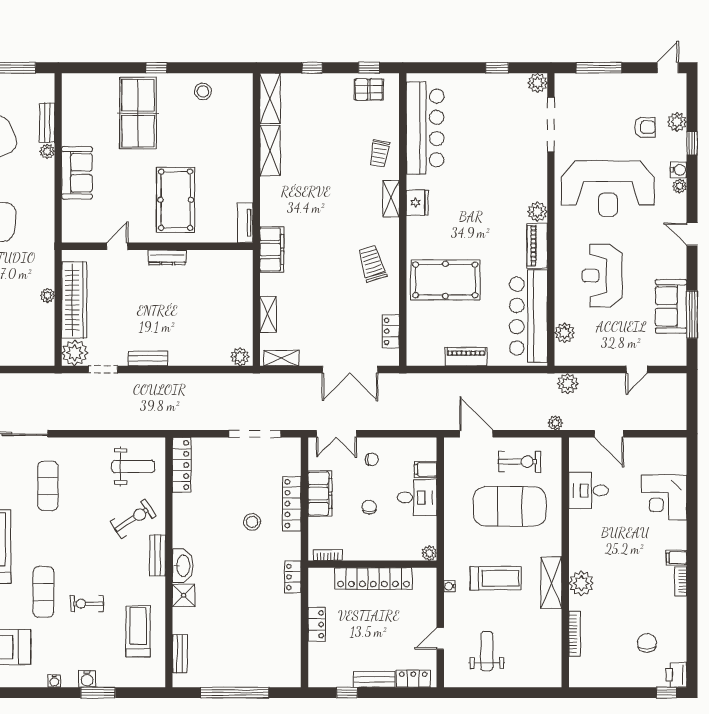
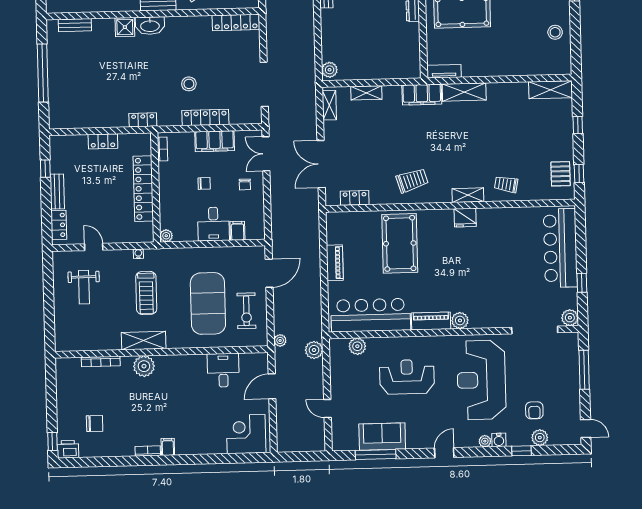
bar counter: (425, 128) -> (560, 248), moved, turned 90
shelving: (270, 151) -> (464, 92), moved
corner desk: (664, 497) -> (246, 434), moved
weight bench: (487, 651) -> (84, 287), turned 90

